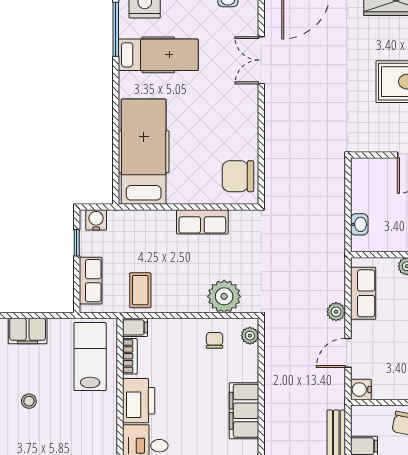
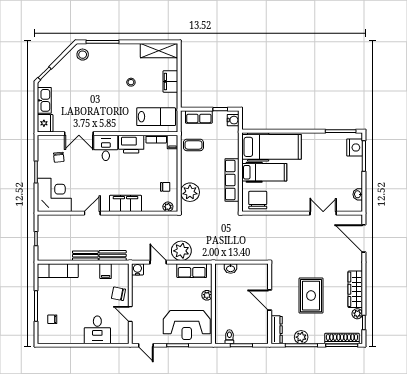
hospital bed: (158, 55) -> (264, 172), moved, turned -90
row of seats: (202, 222) -> (232, 180), width x1.48
plant: (336, 312) -> (181, 251), width x1.88, depth x1.88

